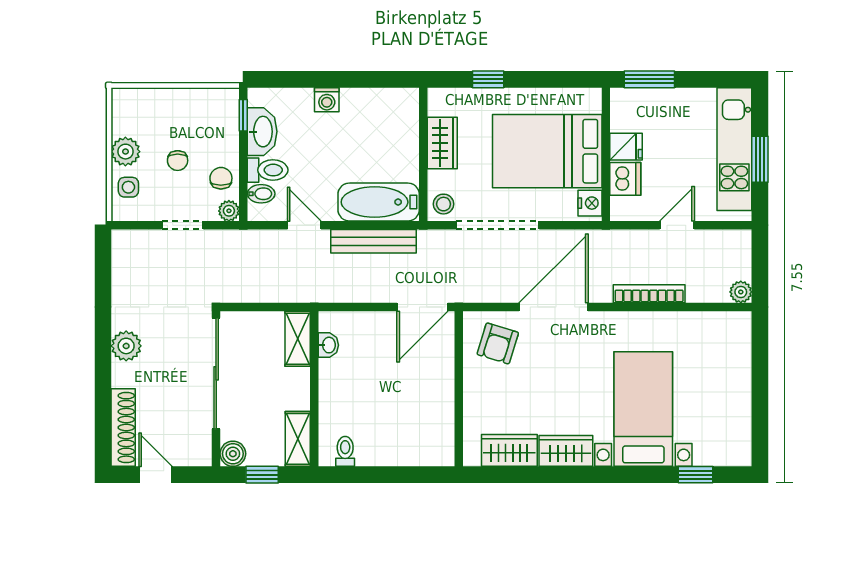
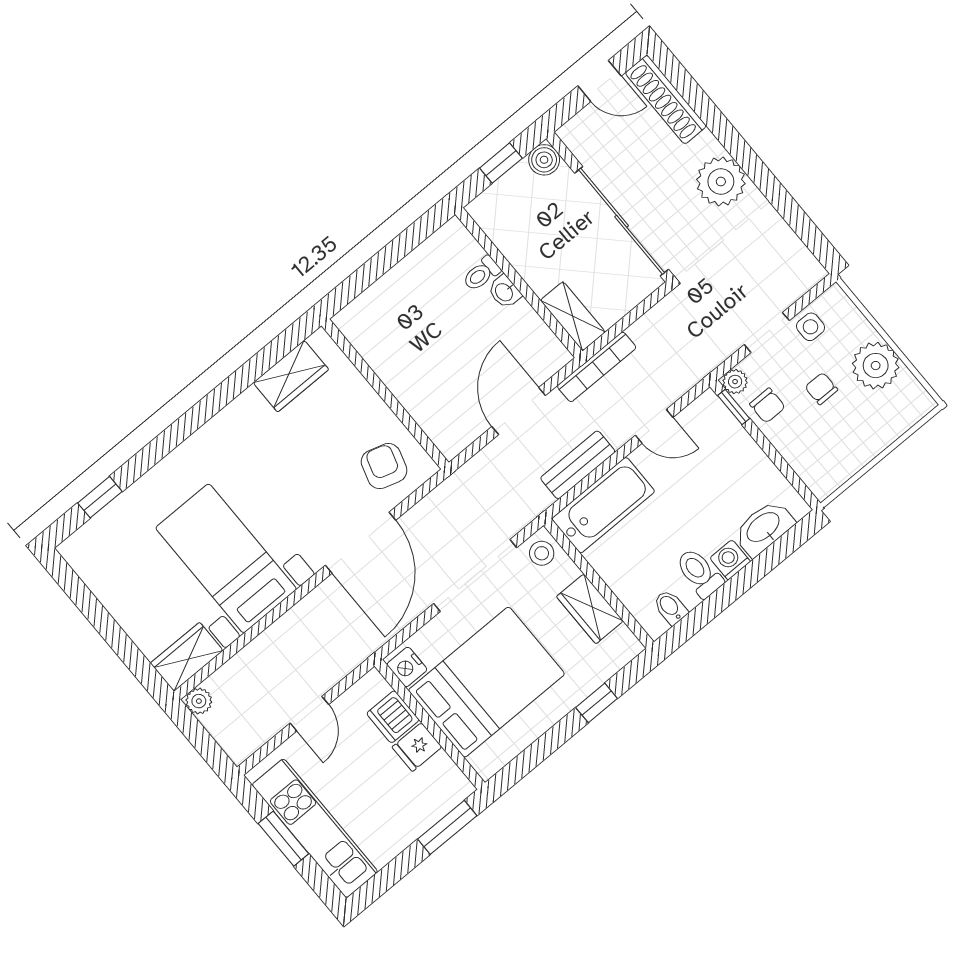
window: (243, 115) -> (734, 407), moved
washbasin: (262, 132) -> (764, 528), moved, turned 90
plant: (125, 152) -> (876, 366), width x1.36, depth x1.36
toilet: (268, 170) -> (699, 573), moved, turned 90
side table: (128, 187) -> (810, 327), moved
bidet: (261, 194) -> (670, 607), moved, turned 90
bench: (374, 241) -> (578, 465), width x0.73
bookcase: (649, 294) -> (597, 367), moved
door: (422, 307) -> (519, 411), moved
washbasin: (328, 345) -> (504, 292), moved
plant: (126, 346) -> (721, 182), width x1.36, depth x1.36
bed with nightstands: (643, 409) -> (226, 558), moved, turned 180
shelving: (298, 439) -> (495, 224), removed
toilet: (345, 451) -> (481, 274), moved, turned 90
wardrobe: (566, 451) -> (187, 657), moved, turned 180

